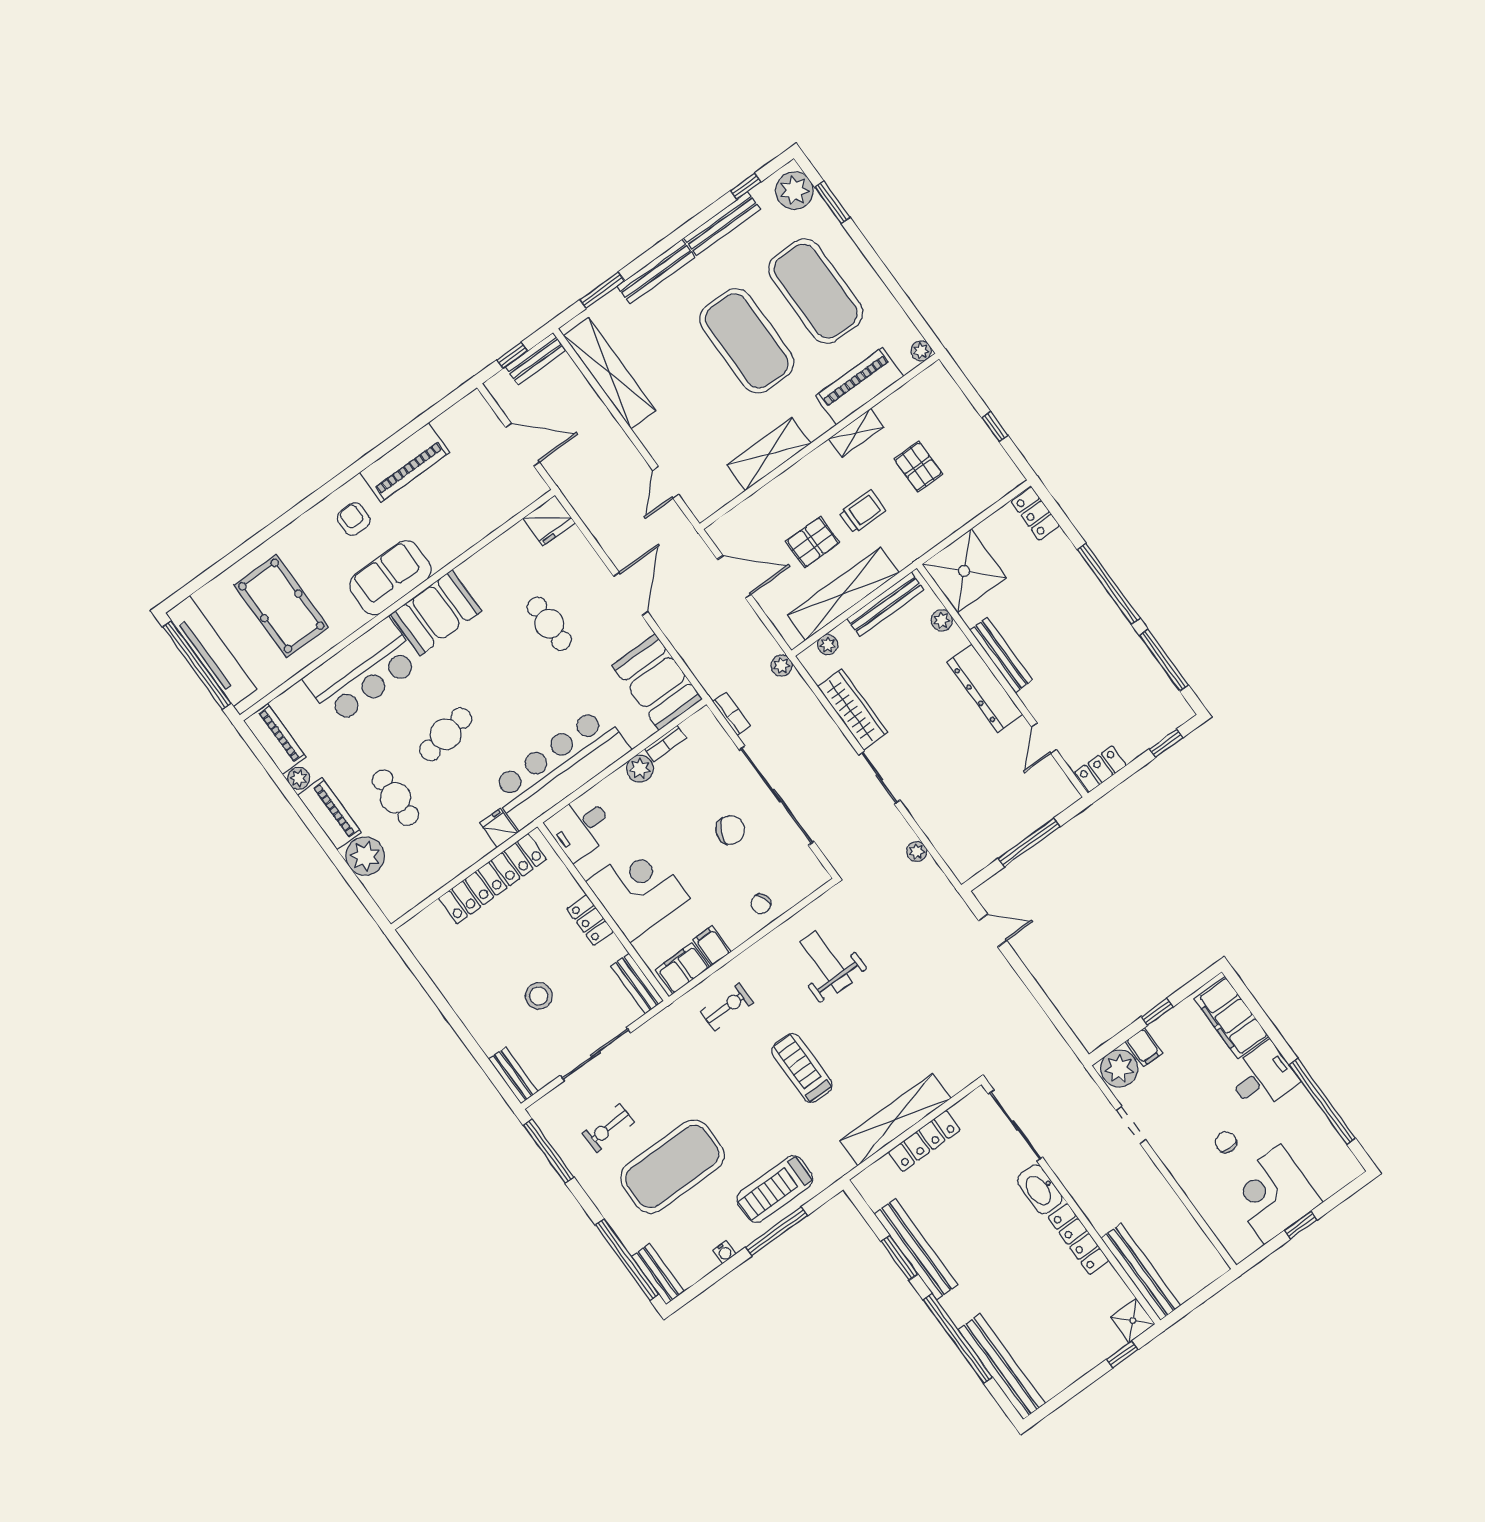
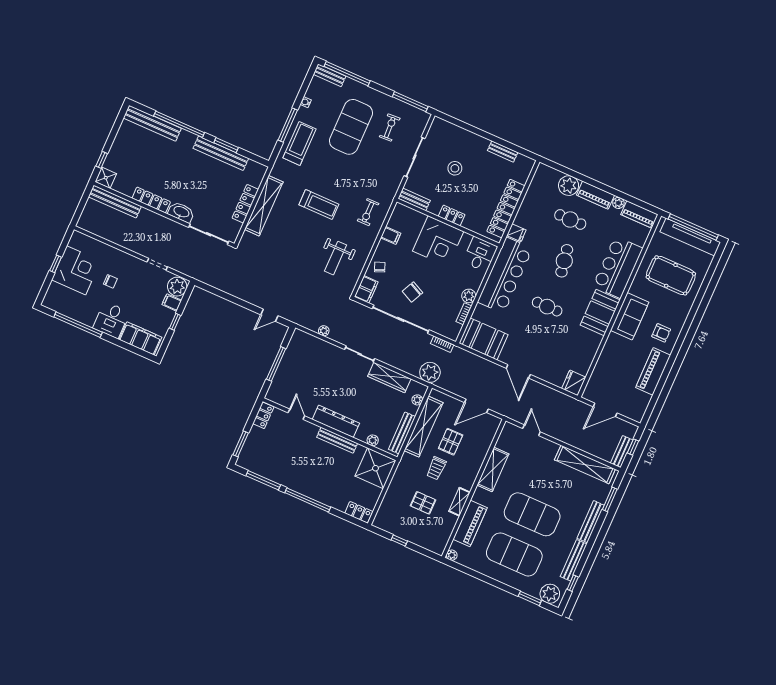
cafe table: (549, 624) -> (547, 307), moved
plant: (781, 666) -> (430, 372), width x1.88, depth x1.88
window: (1166, 743) -> (241, 444), width x1.50
weight bench: (826, 962) -> (336, 258), turned 90
filing cabinet: (682, 968) -> (366, 289), moved
bench: (513, 1075) -> (503, 151), moved

